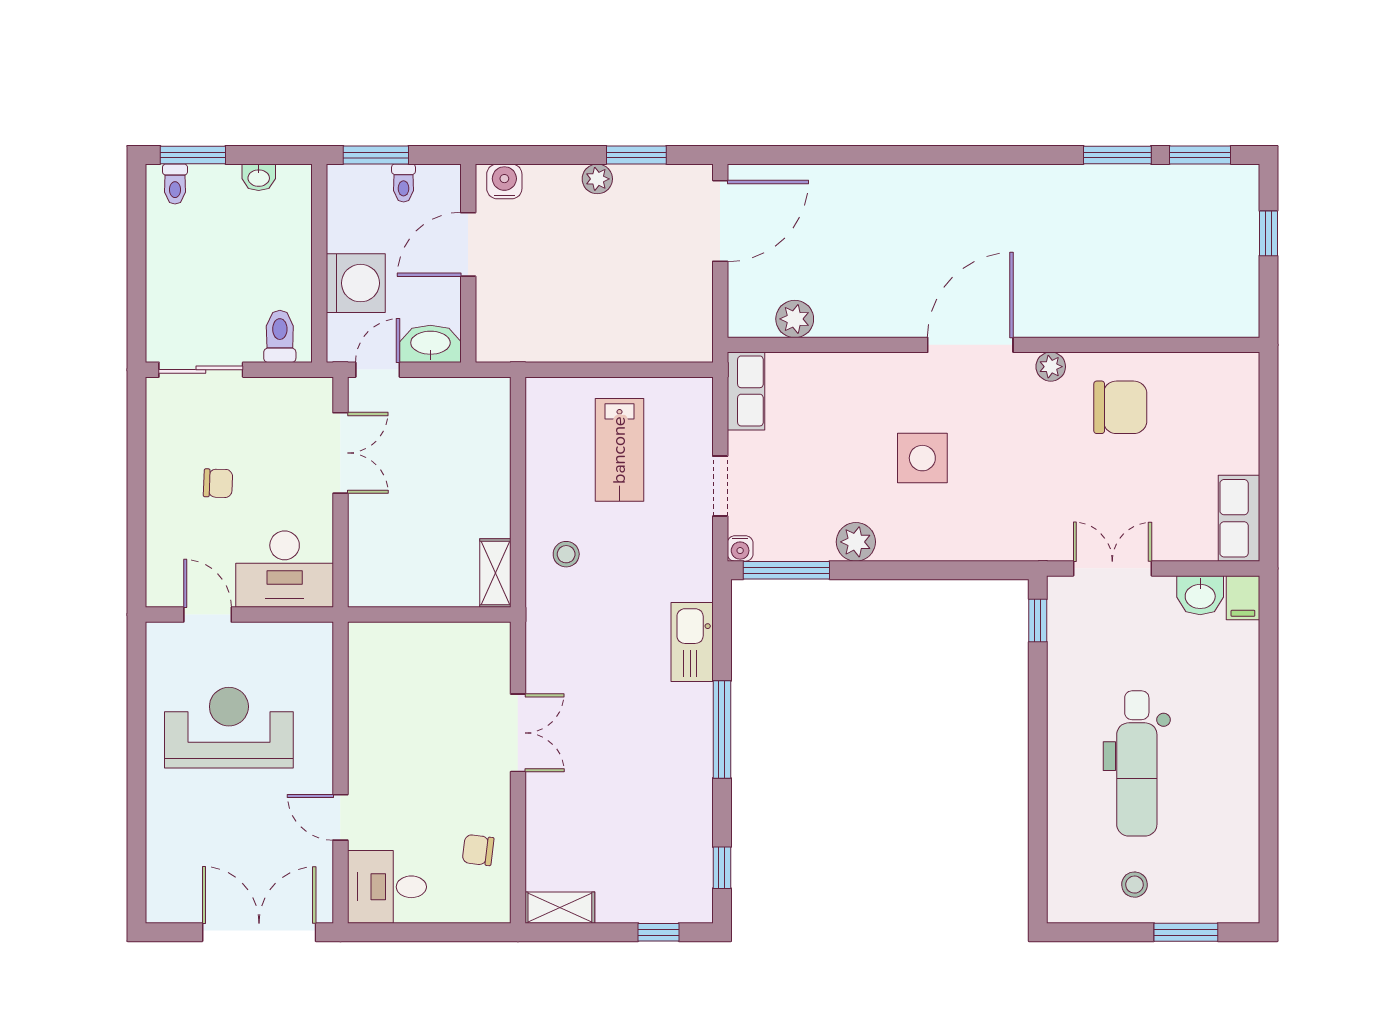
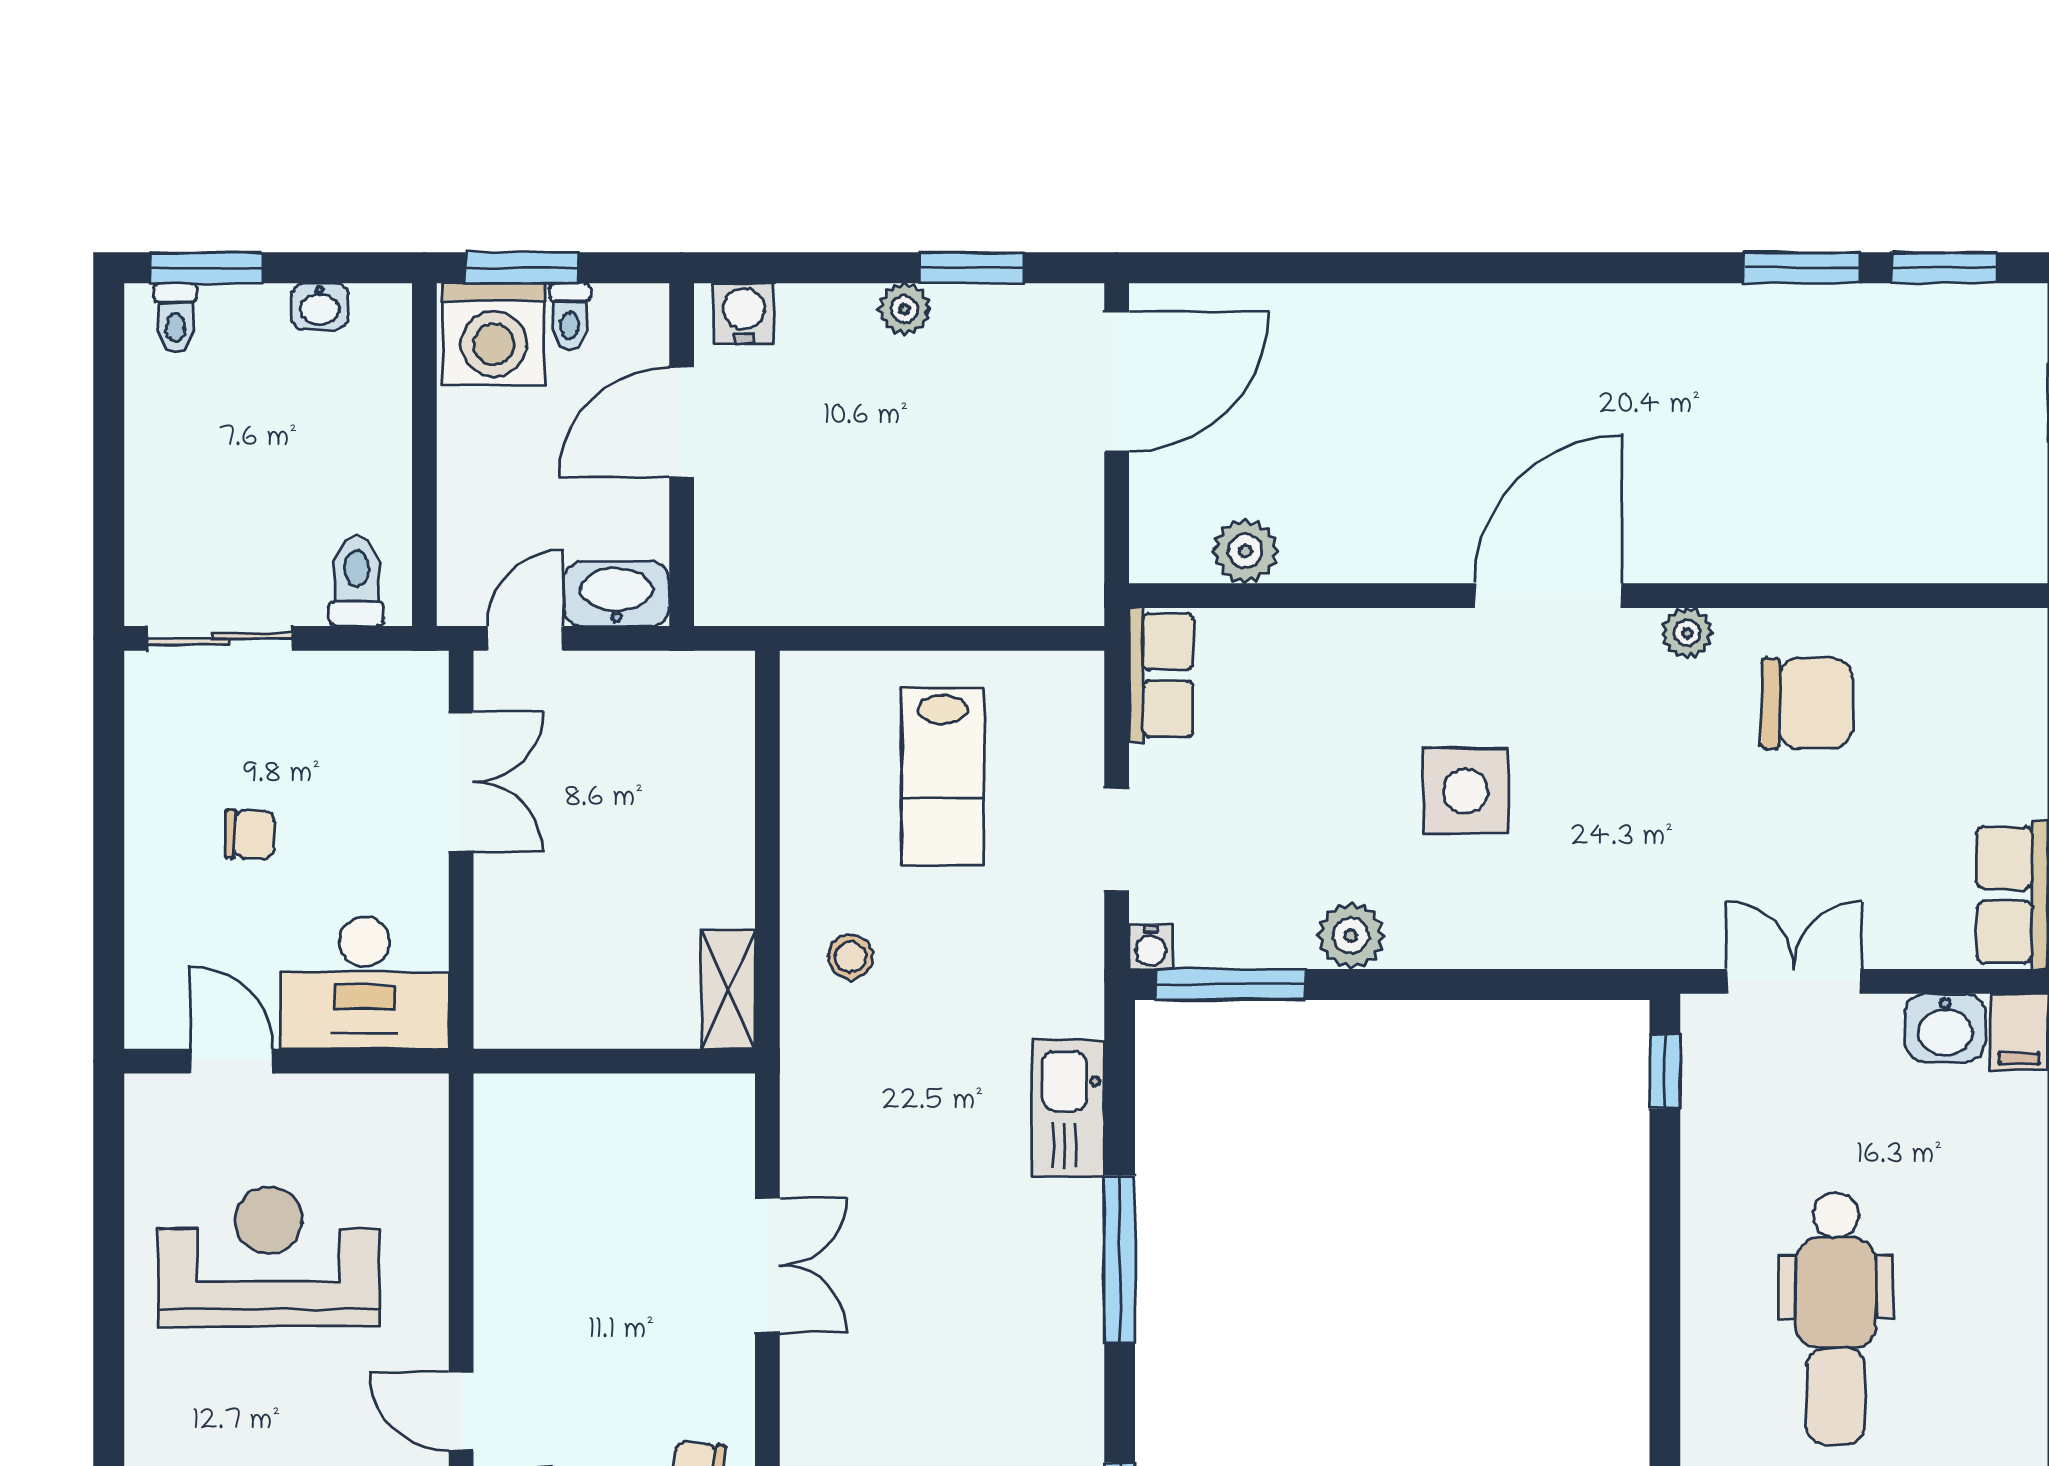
washing machine: (356, 283) -> (494, 334), moved, turned 90

